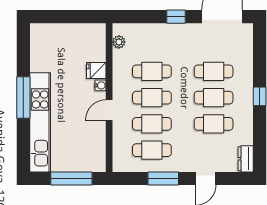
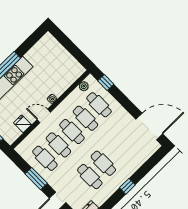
window: (176, 17) -> (106, 82), moved
fridge: (96, 71) -> (22, 124), moved
cafe table: (214, 71) -> (99, 105), moved

